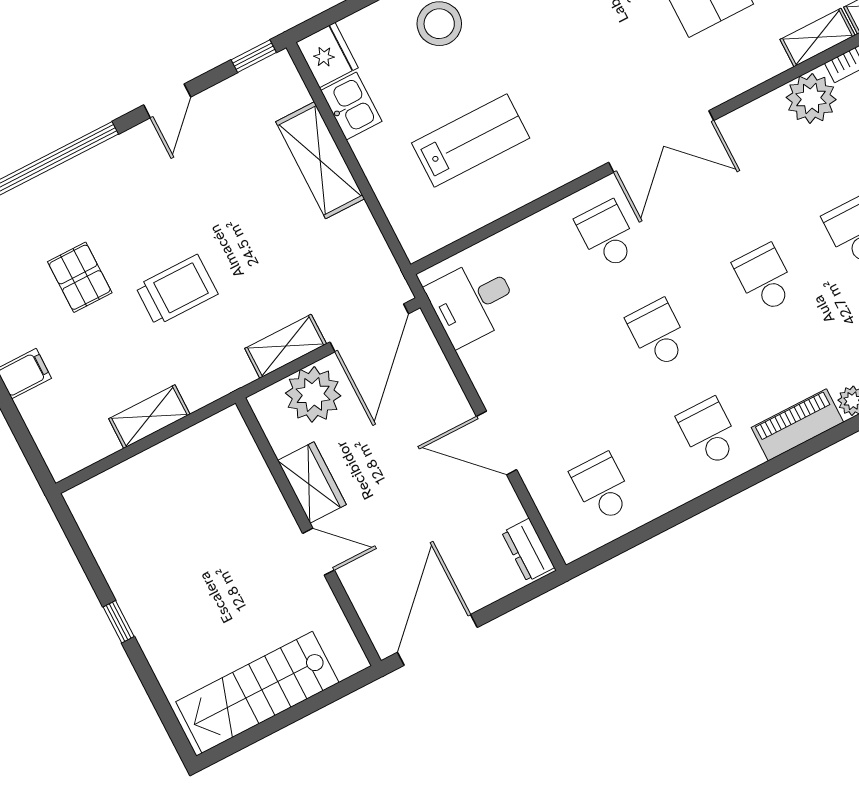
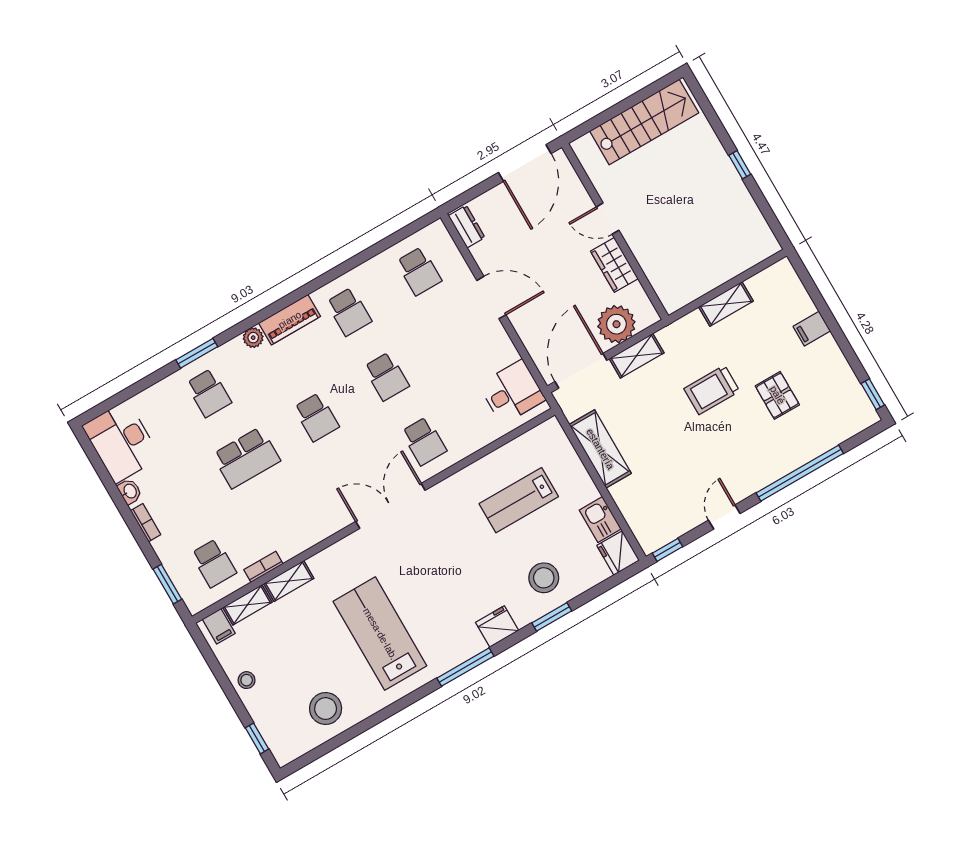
plant: (811, 98) -> (291, 540), removed
shelving: (320, 160) -> (600, 449), moved

